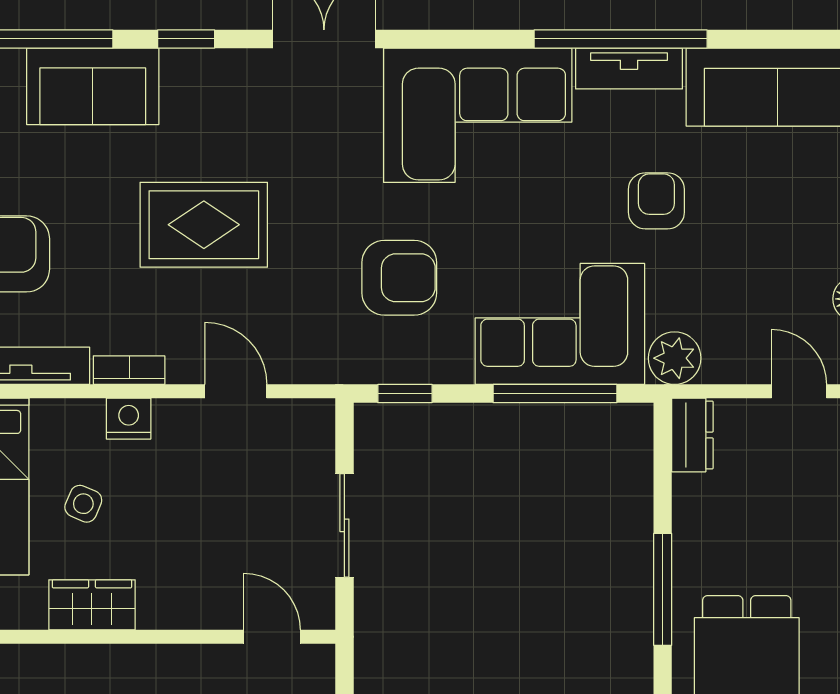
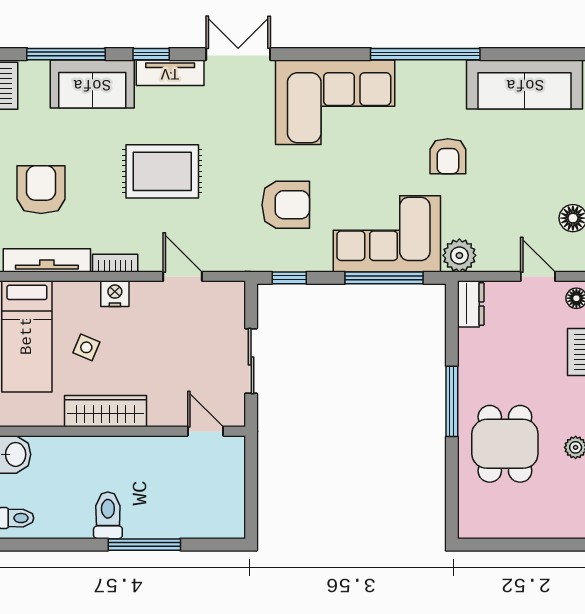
tv unit: (629, 68) -> (170, 73), moved
armchair: (656, 201) -> (448, 156), turned 180
wardrobe: (92, 605) -> (105, 411), width x1.50

